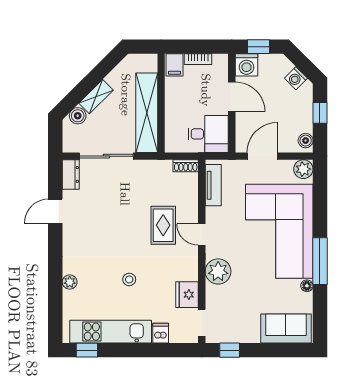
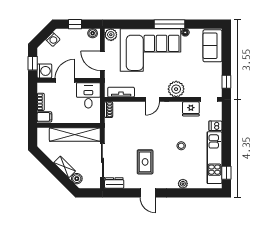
door: (55, 211) -> (148, 193), moved
rug: (163, 225) -> (145, 162), moved, turned 90

